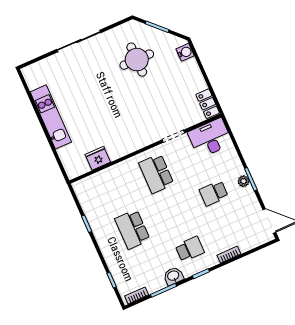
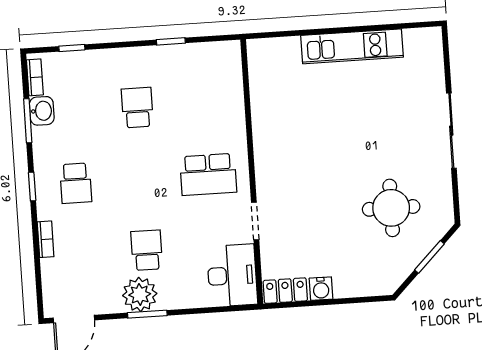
water cooler: (185, 52) -> (321, 289), moved
fridge: (98, 158) -> (263, 94), removed
school desk: (156, 173) -> (208, 174), turned 180
plant: (244, 181) -> (140, 294), width x1.87, depth x1.87
school desk: (132, 229) -> (137, 108), width x0.54
washbasin: (173, 276) -> (42, 111), moved

